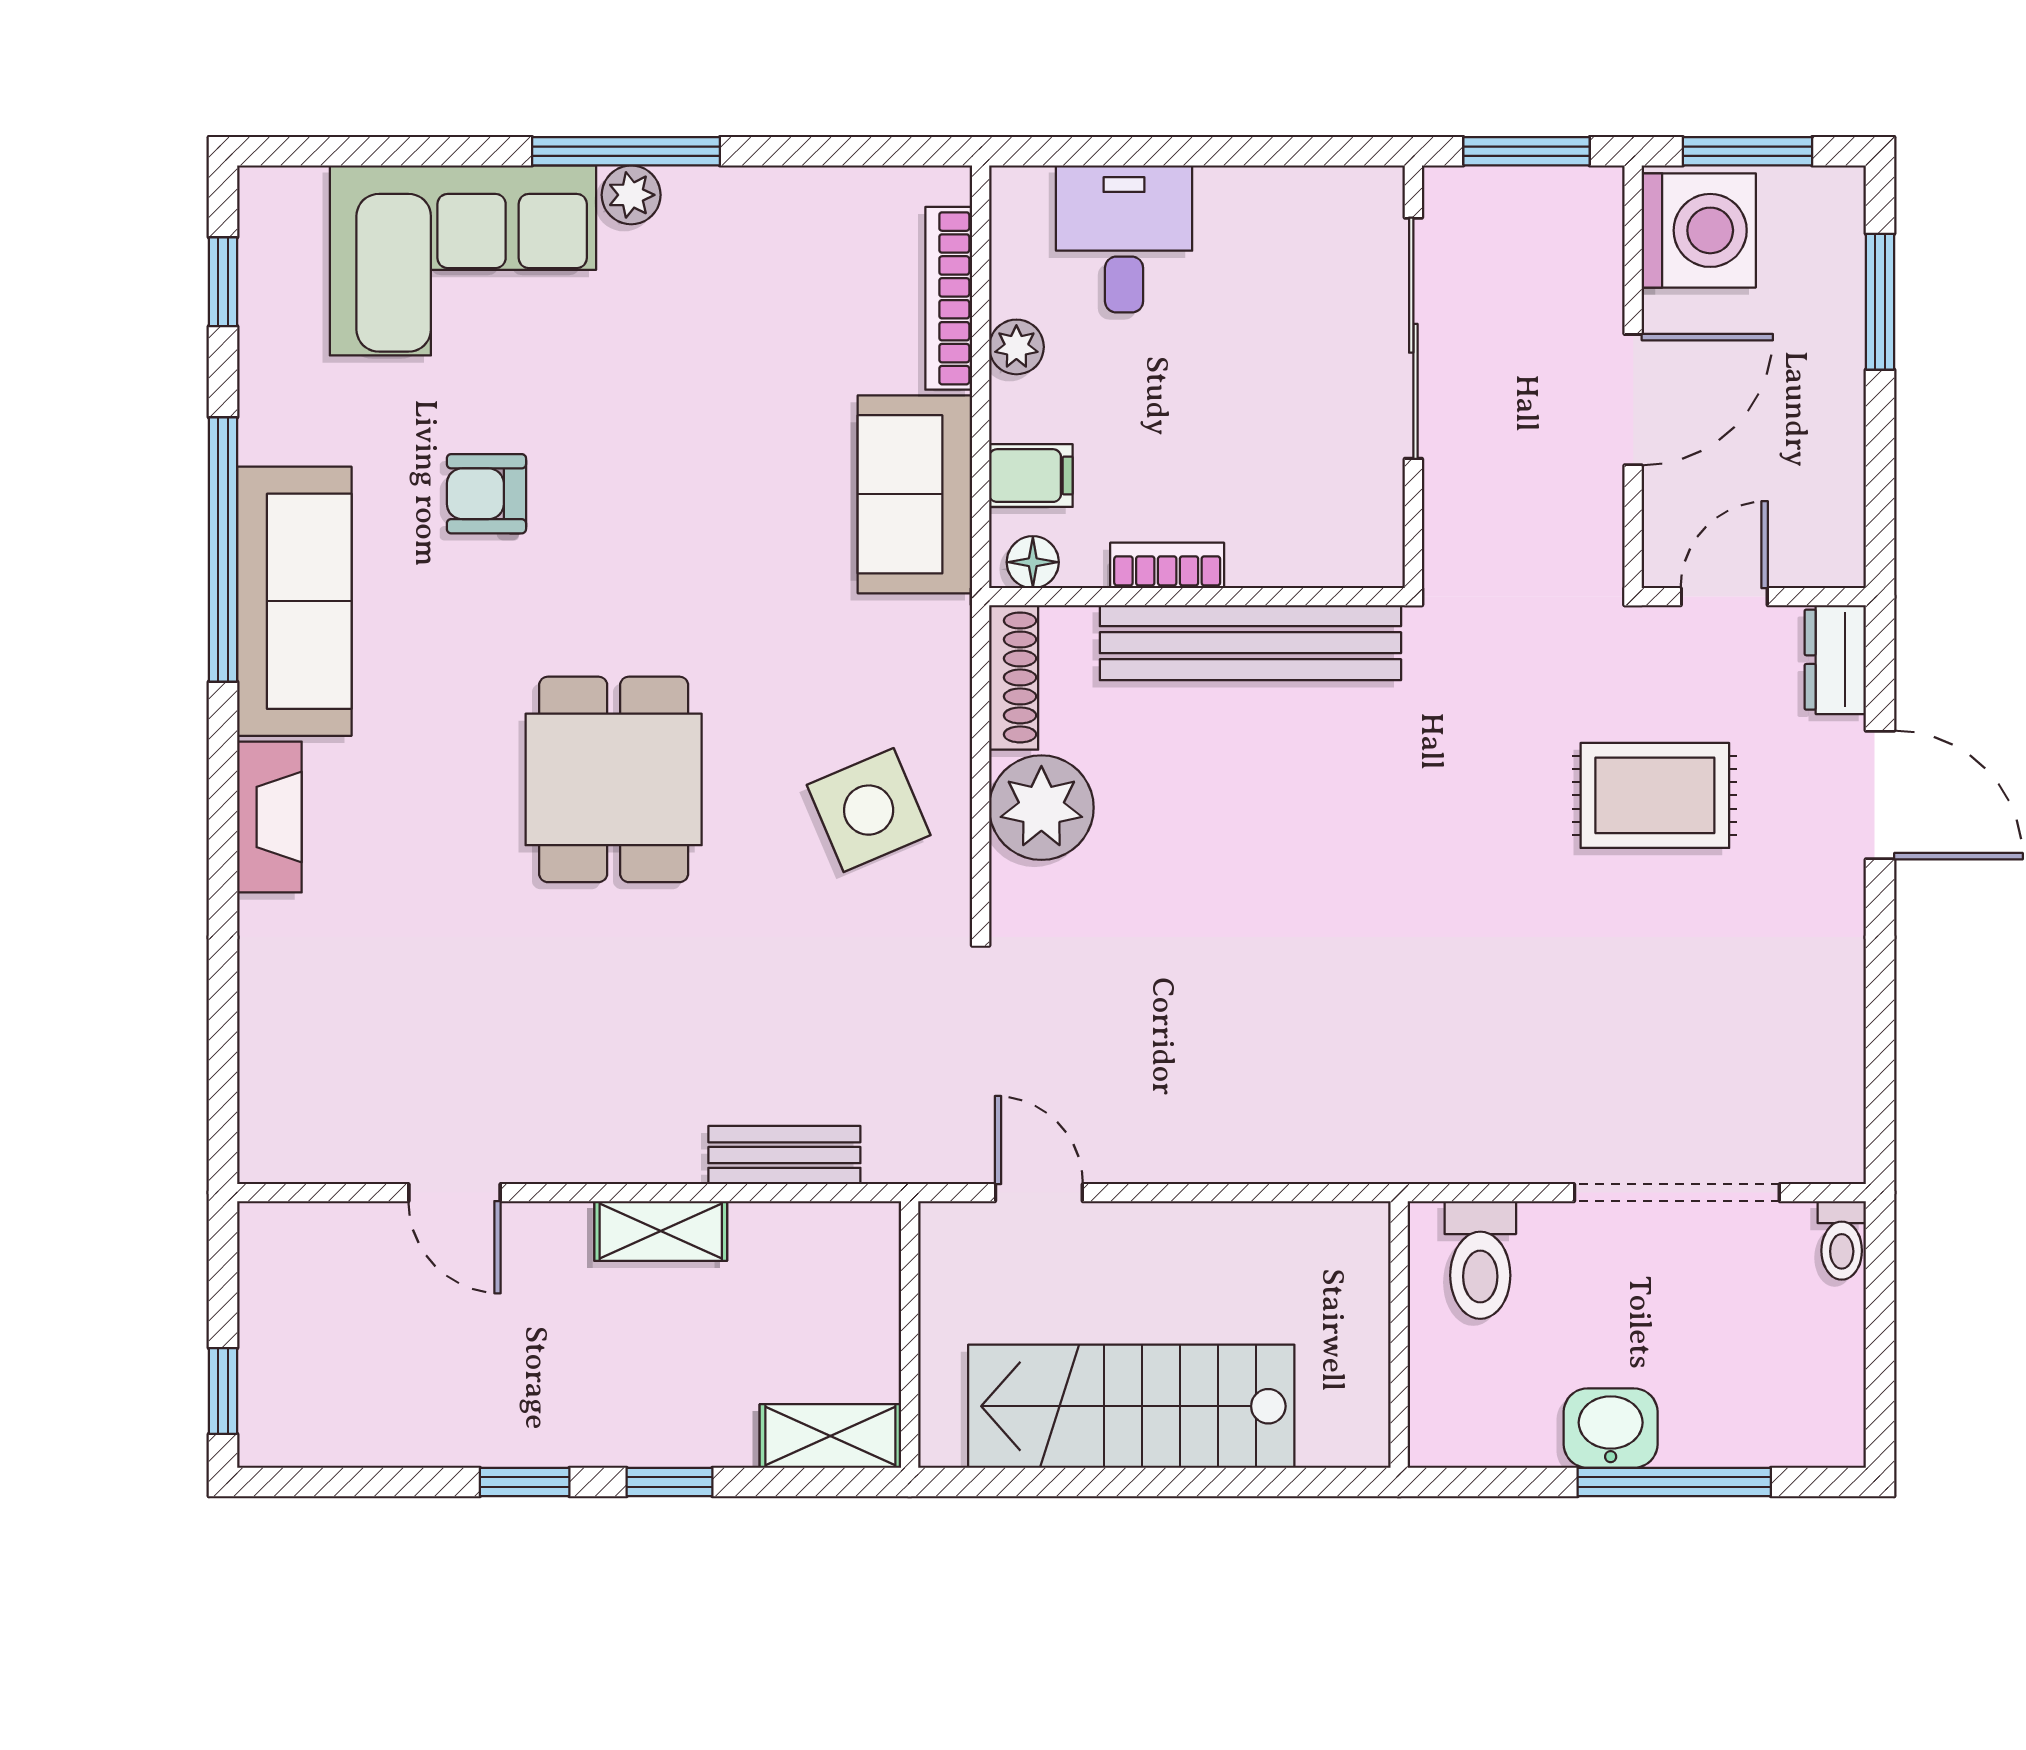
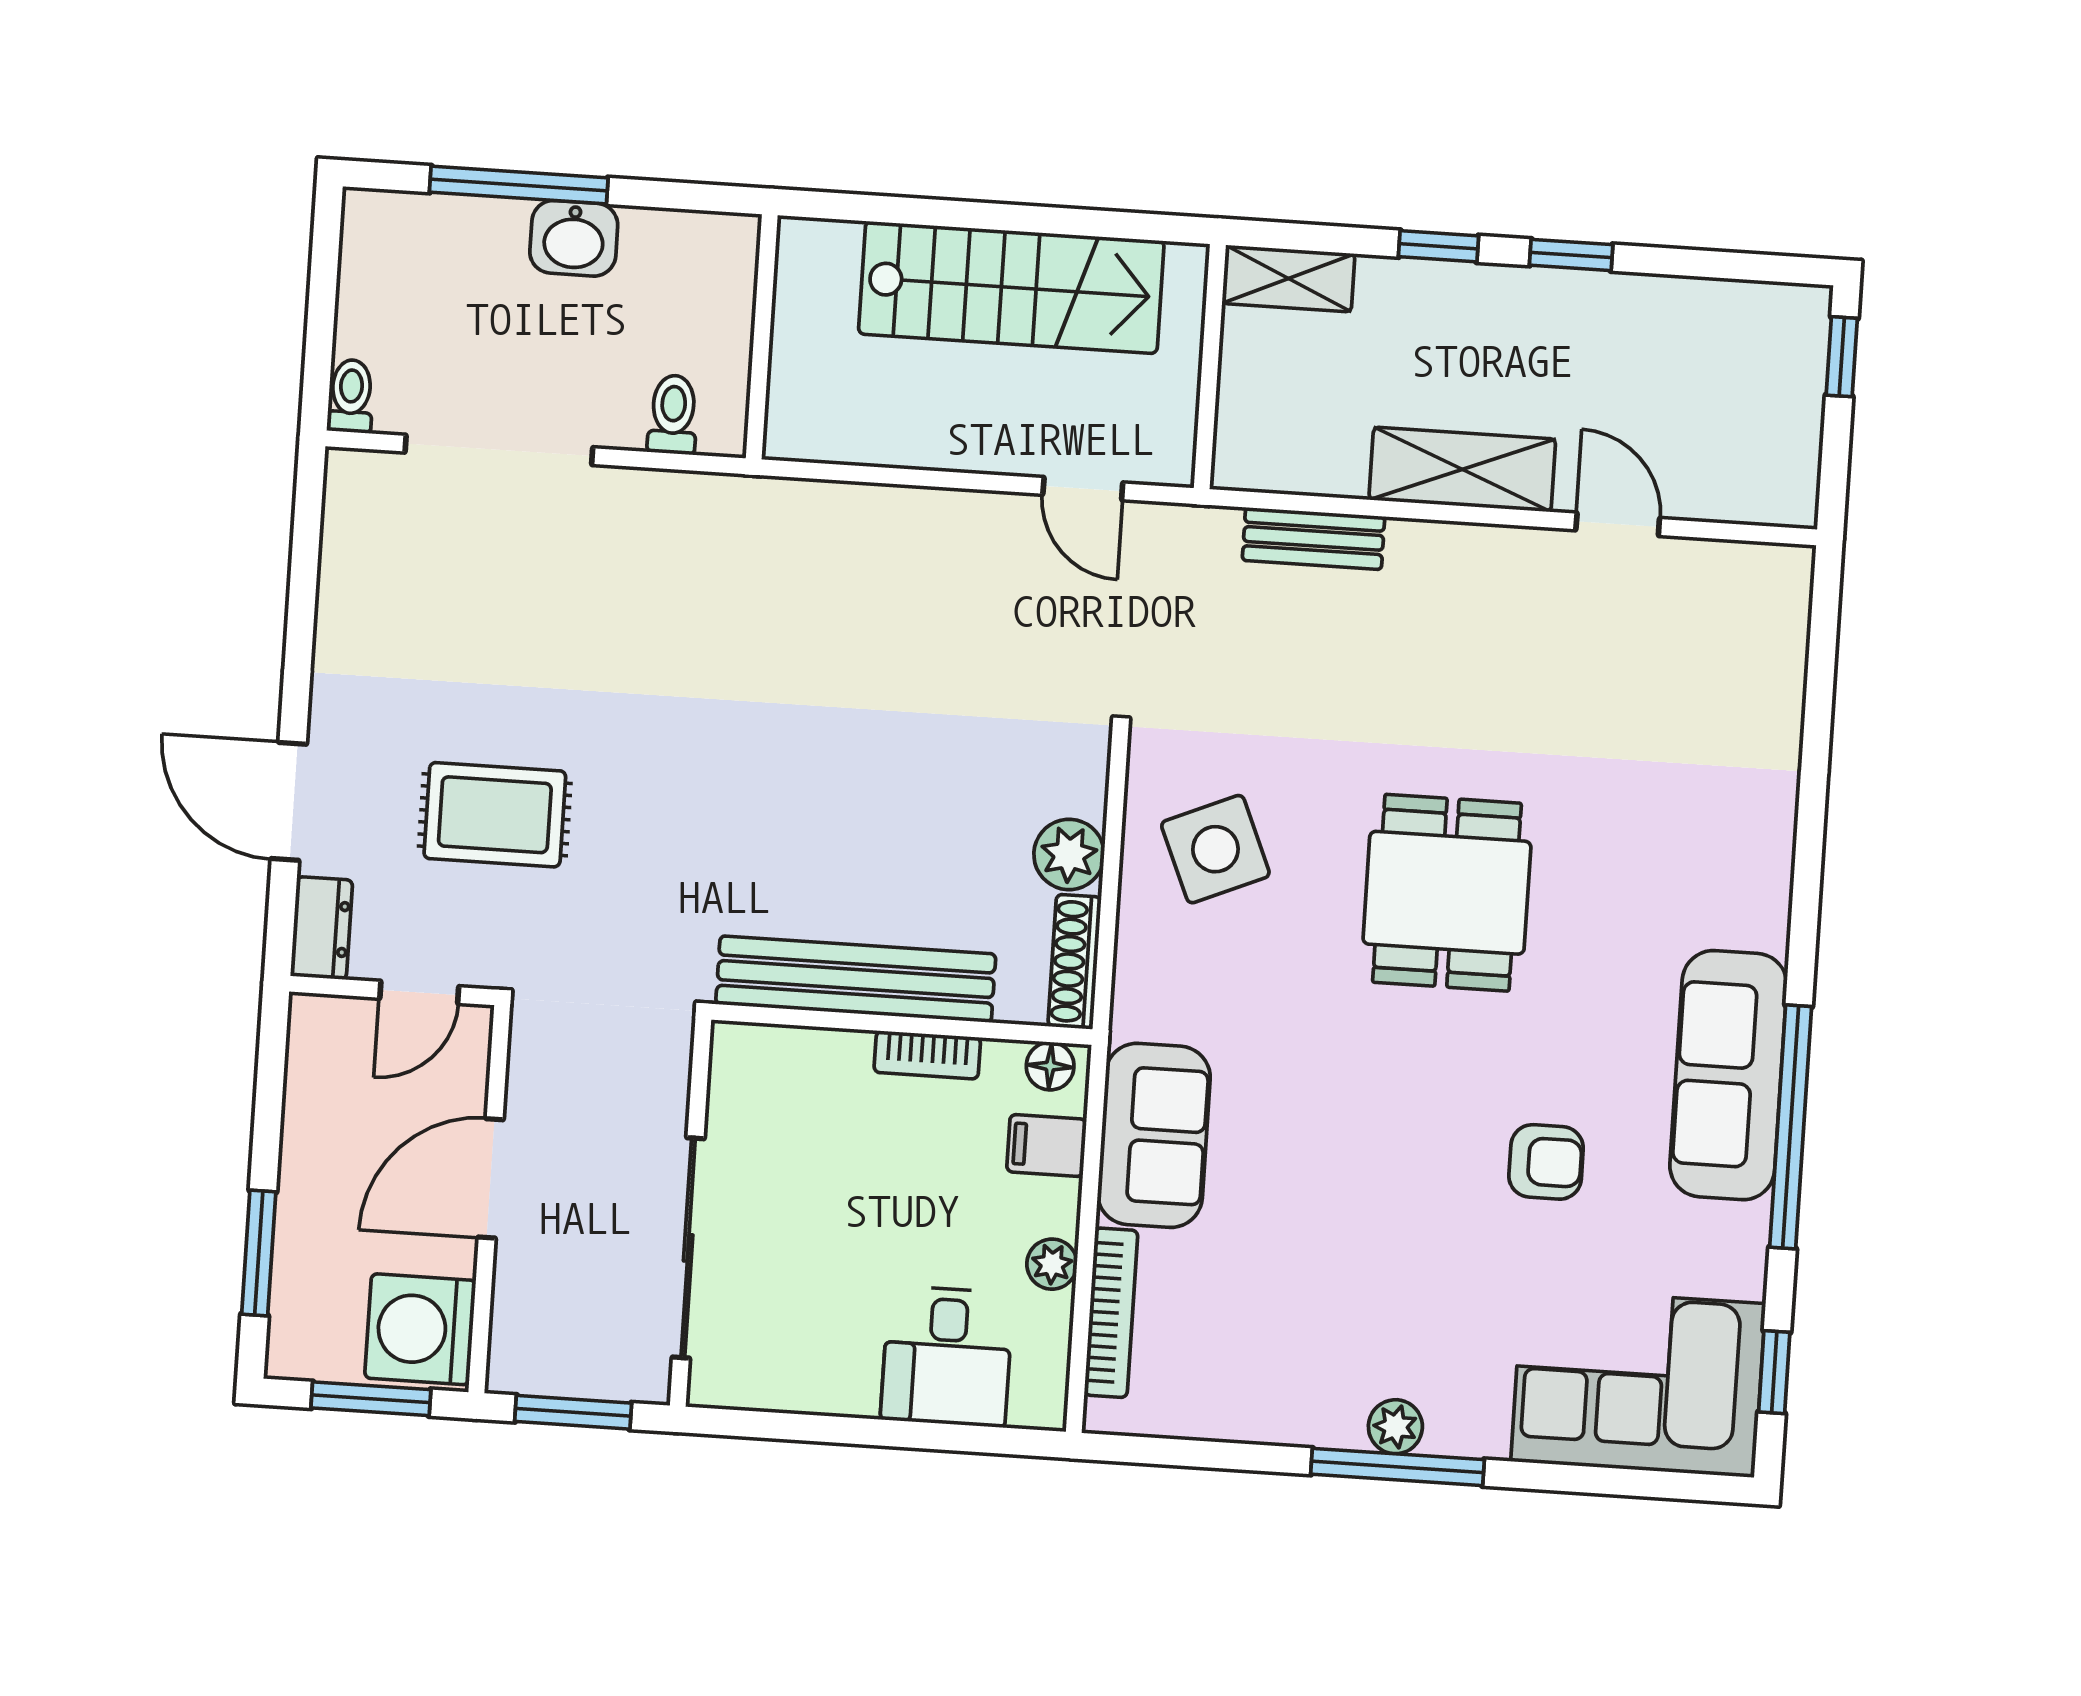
corner sofa: (463, 260) -> (1638, 1383), moved
plant: (1041, 808) -> (1069, 854), width x0.73, depth x0.73
fireplace: (269, 817) -> (1764, 879), removed
shelving: (661, 1231) -> (1462, 469), width x1.50, depth x1.33
toilet: (1480, 1260) -> (673, 415), width x0.73, depth x0.72

